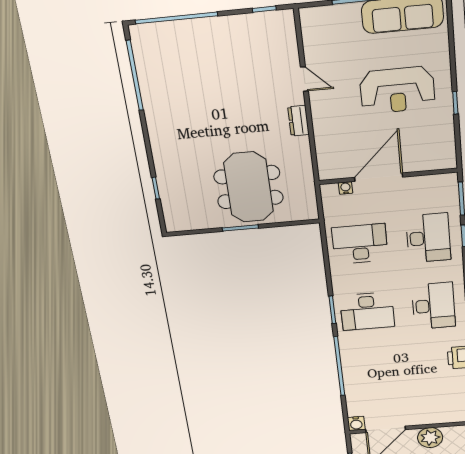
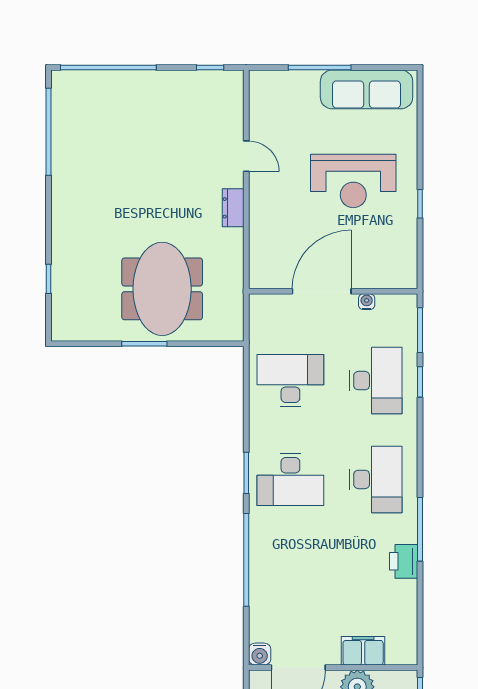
water cooler: (346, 188) -> (367, 302), moved
filing cabinet: (433, 416) -> (363, 651), added

